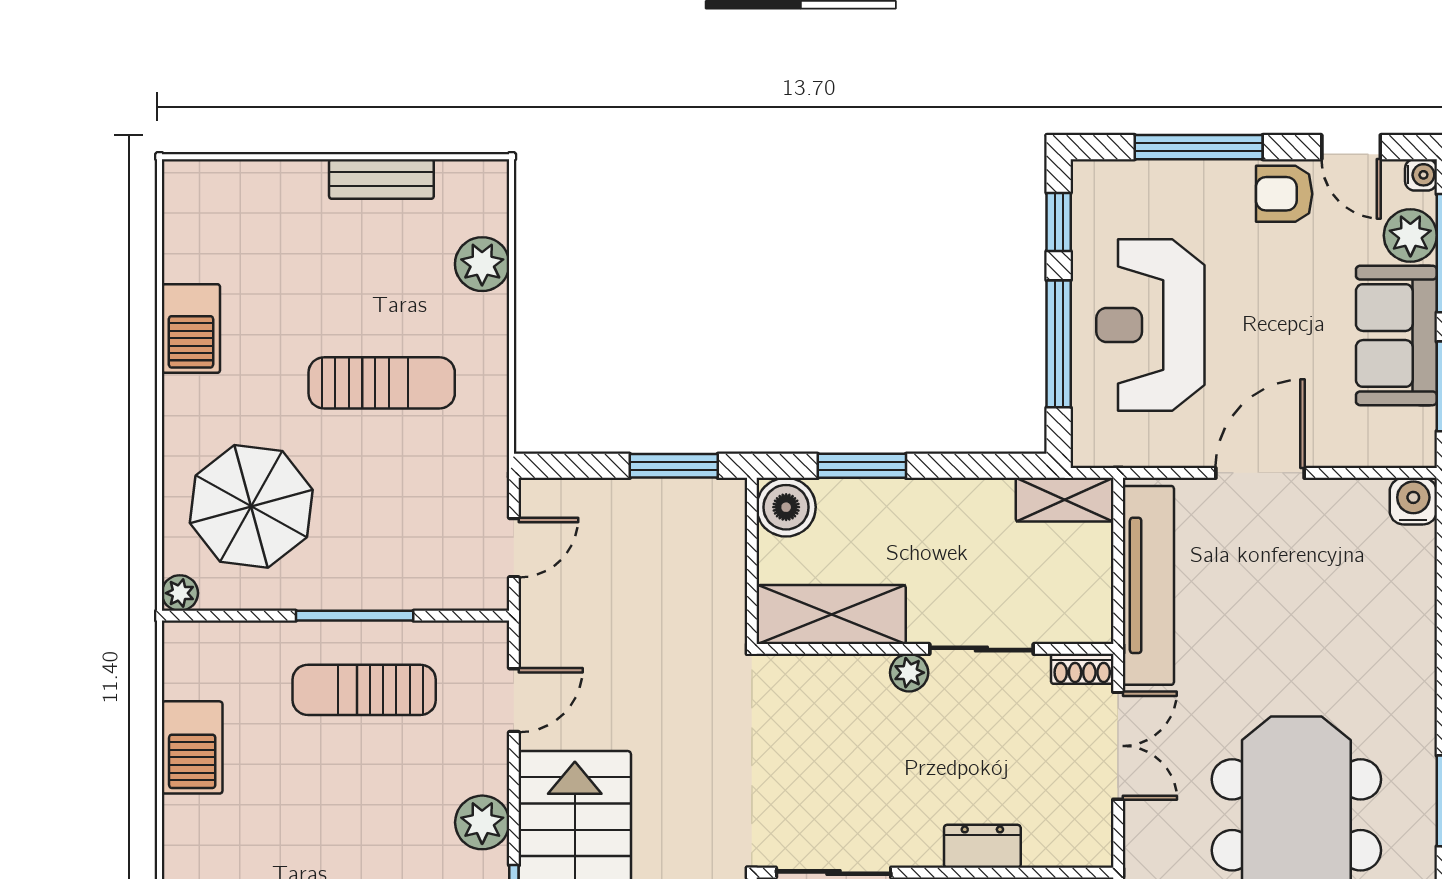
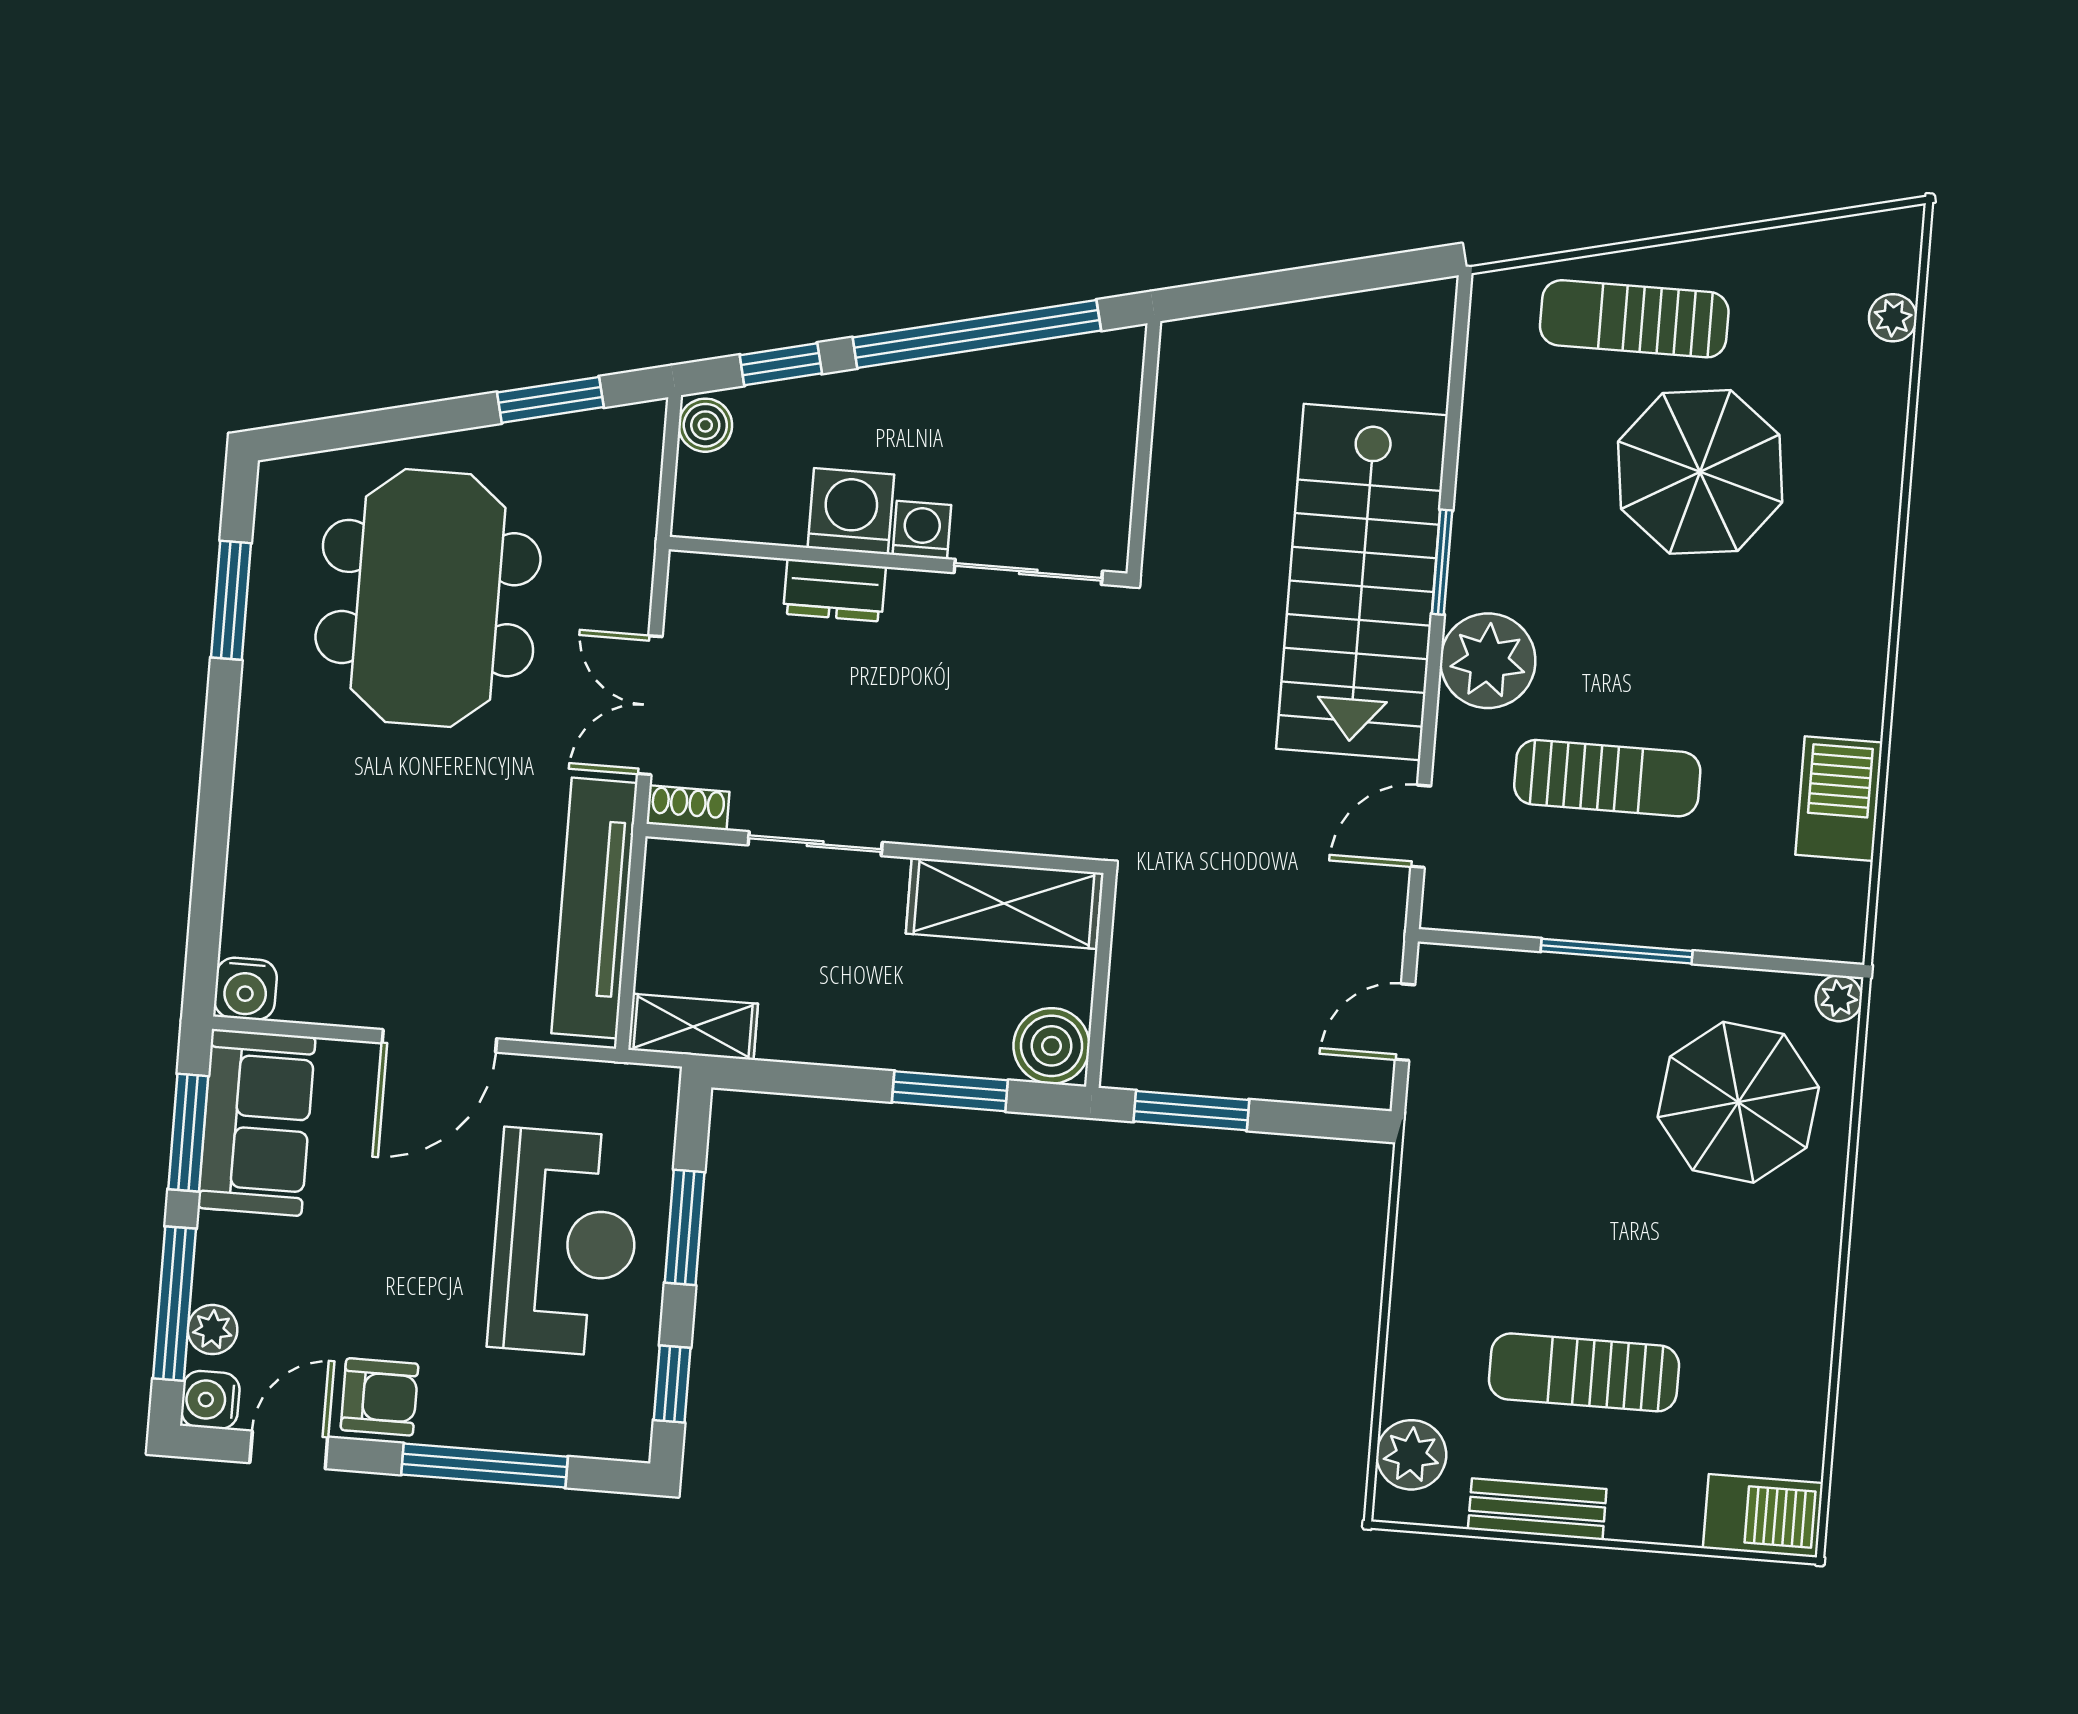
door: (1351, 147) -> (289, 1450), hinge flipped
water cooler: (1421, 175) -> (210, 1400), width x1.38, depth x1.38
plant: (1410, 235) -> (213, 1330), width x0.73, depth x0.73
plant: (482, 264) -> (1411, 1455), moved
barbecue: (191, 329) -> (1763, 1516), moved, turned 90
sofa: (1396, 335) -> (257, 1123), moved
window: (1059, 344) -> (685, 1227), width x0.69
sun lounger: (382, 383) -> (1584, 1372), moved
plant: (909, 673) -> (911, 821), removed
sun lounger: (364, 690) -> (1607, 778), moved
plant: (482, 822) -> (1488, 661), width x1.36, depth x1.36

